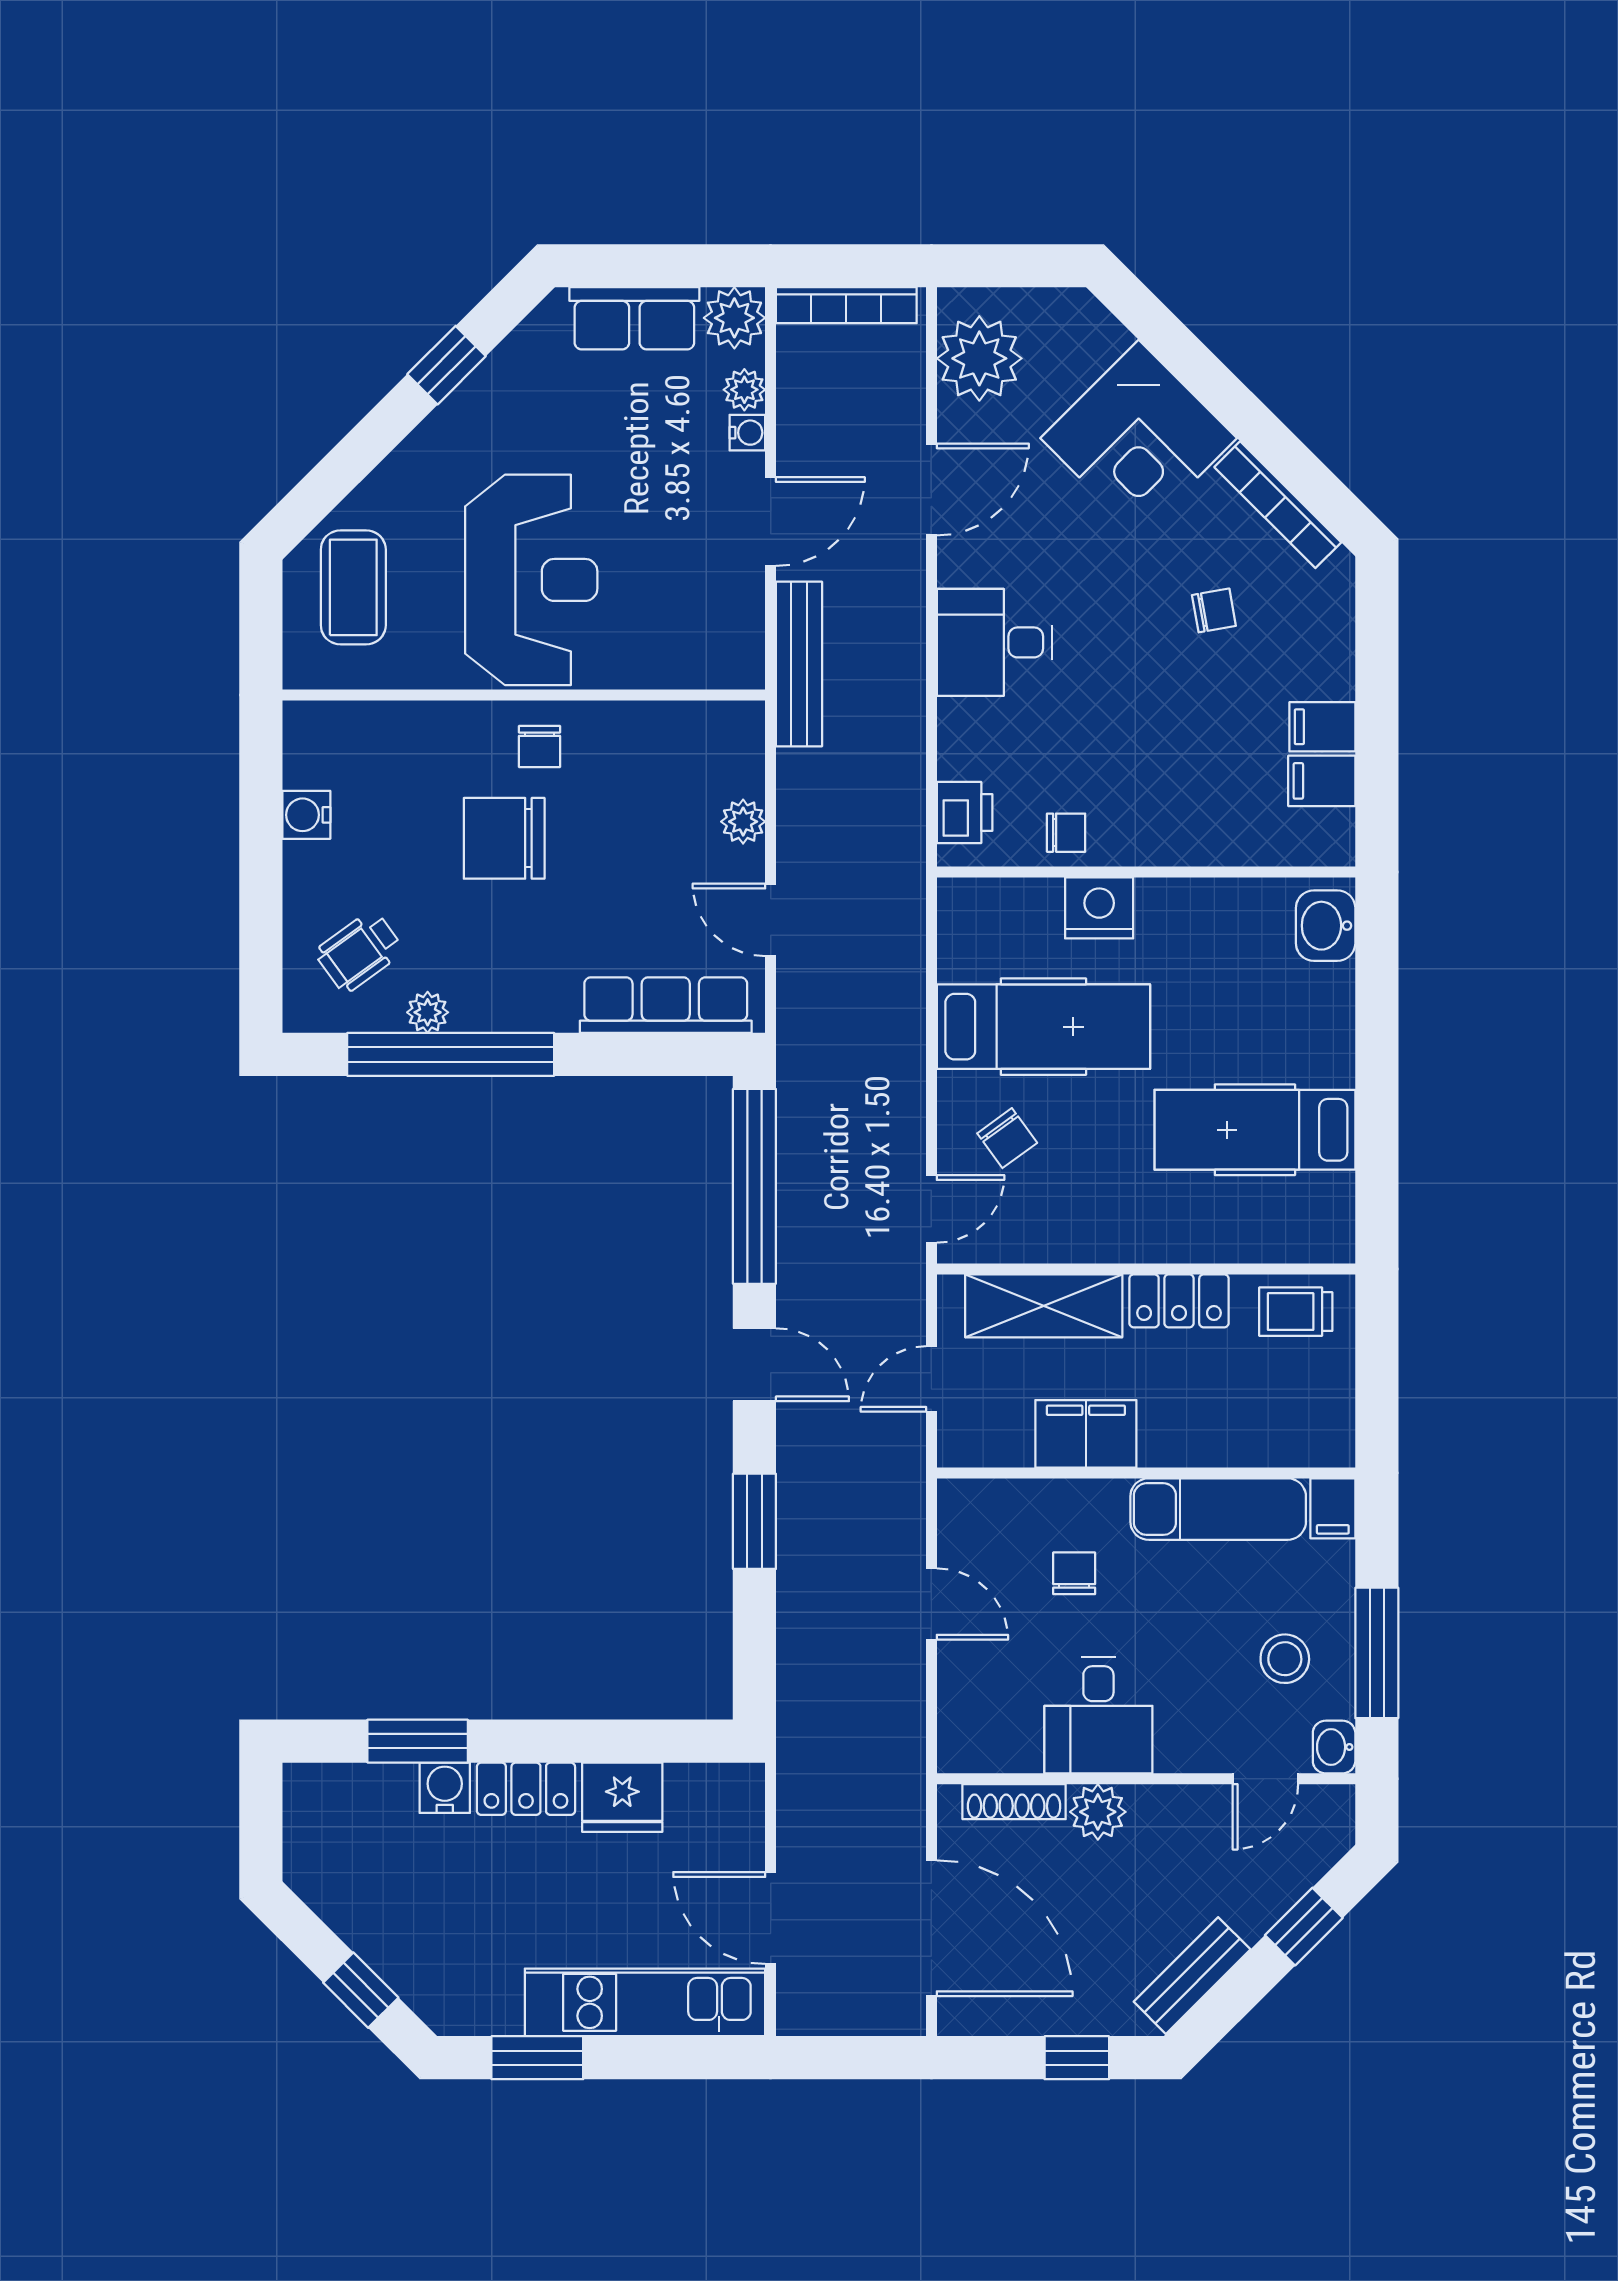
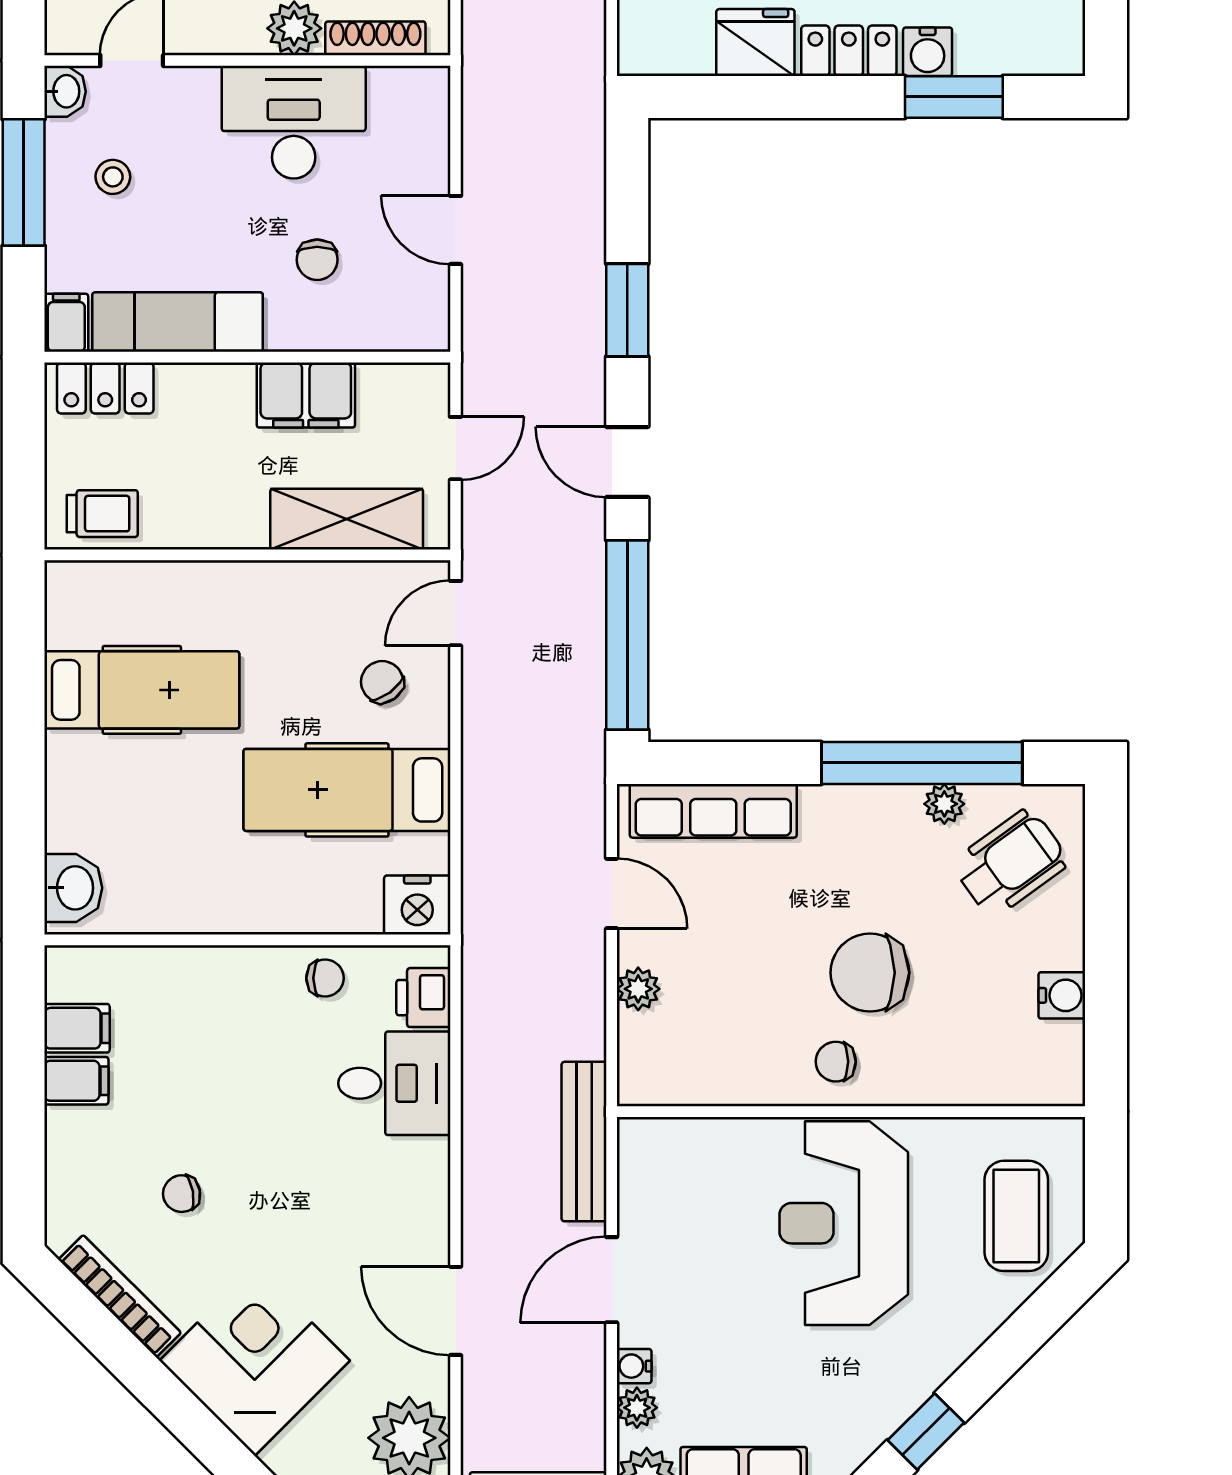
door: (931, 490) -> (456, 1311), hinge flipped
desk: (995, 642) -> (394, 1083), moved
chair: (539, 747) -> (836, 1062), turned -90
chair: (1066, 833) -> (325, 978), turned 180
chair: (504, 838) -> (870, 973), turned 180
nightstand: (1099, 908) -> (417, 905), moved
wheelchair: (359, 951) -> (1011, 863), width x1.36, depth x1.37
locker: (1179, 1301) -> (105, 388), moved, turned 180
stool: (1285, 1659) -> (113, 177), width x0.73, depth x0.73
desk: (1098, 1715) -> (294, 122), width x1.37

